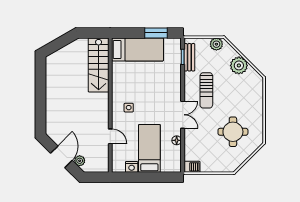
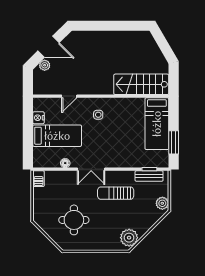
plant: (239, 65) -> (129, 238), moved

